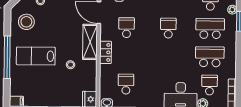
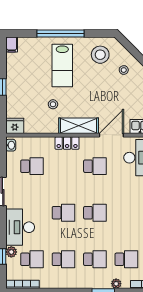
school desk: (210, 28) -> (95, 259), width x0.54
lab bench: (36, 56) -> (62, 66), turned 180
school desk: (168, 56) -> (63, 213), added
school desk: (210, 57) -> (63, 259), width x0.54

